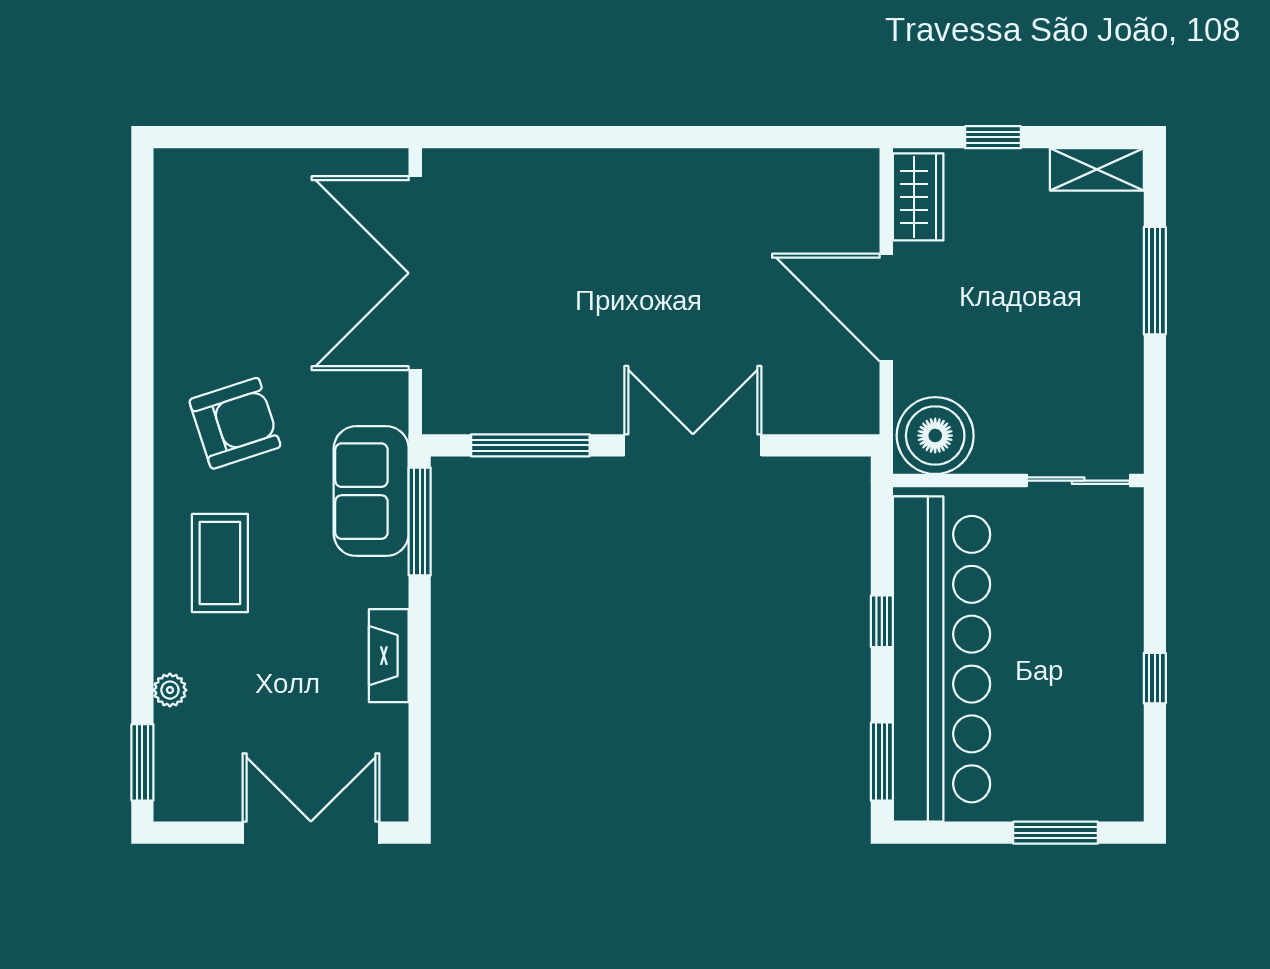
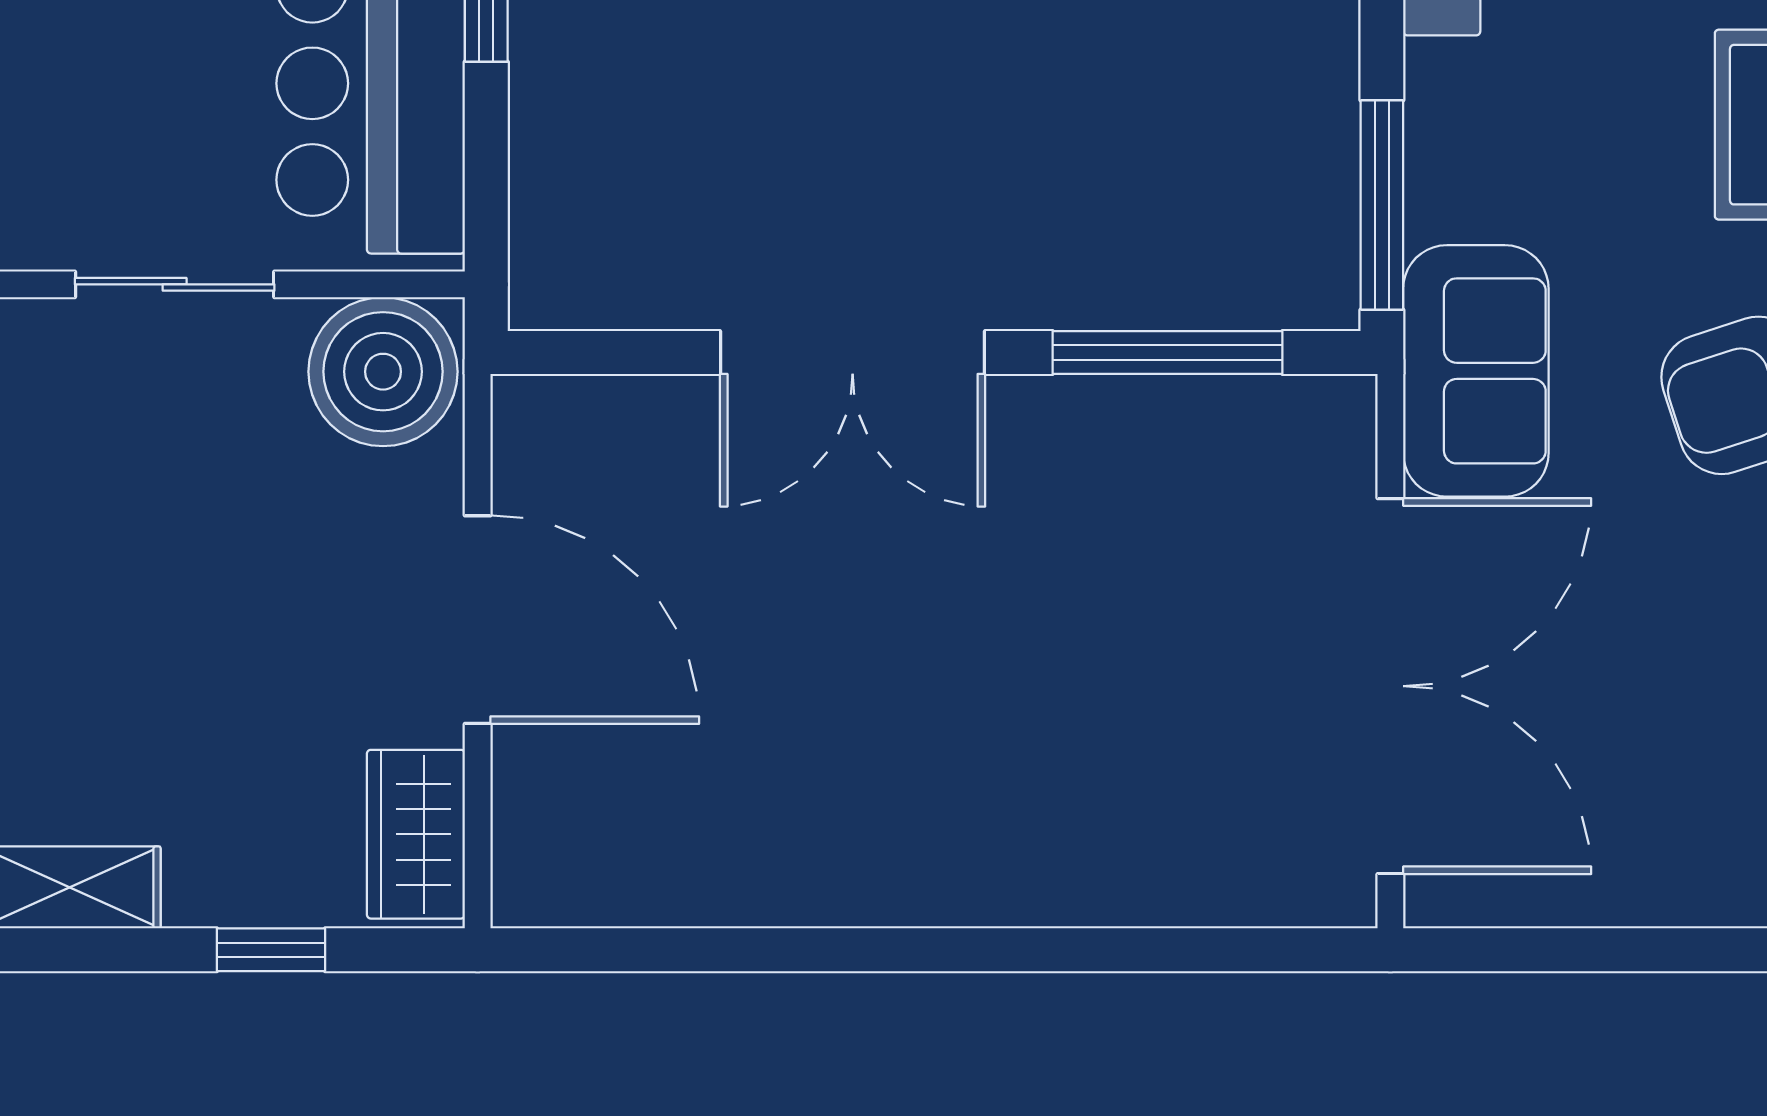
sliding door: (1078, 481) -> (175, 284), moved
sofa: (371, 491) -> (1476, 371), moved

